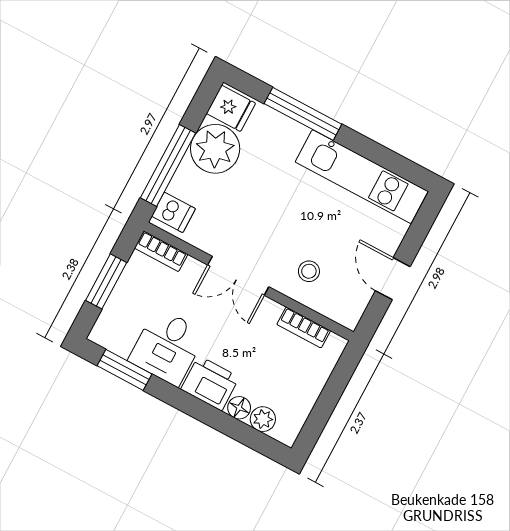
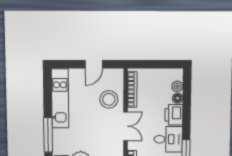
stool: (309, 271) -> (109, 99), width x1.89, depth x1.89
bookcase: (304, 327) -> (132, 90), width x1.56

